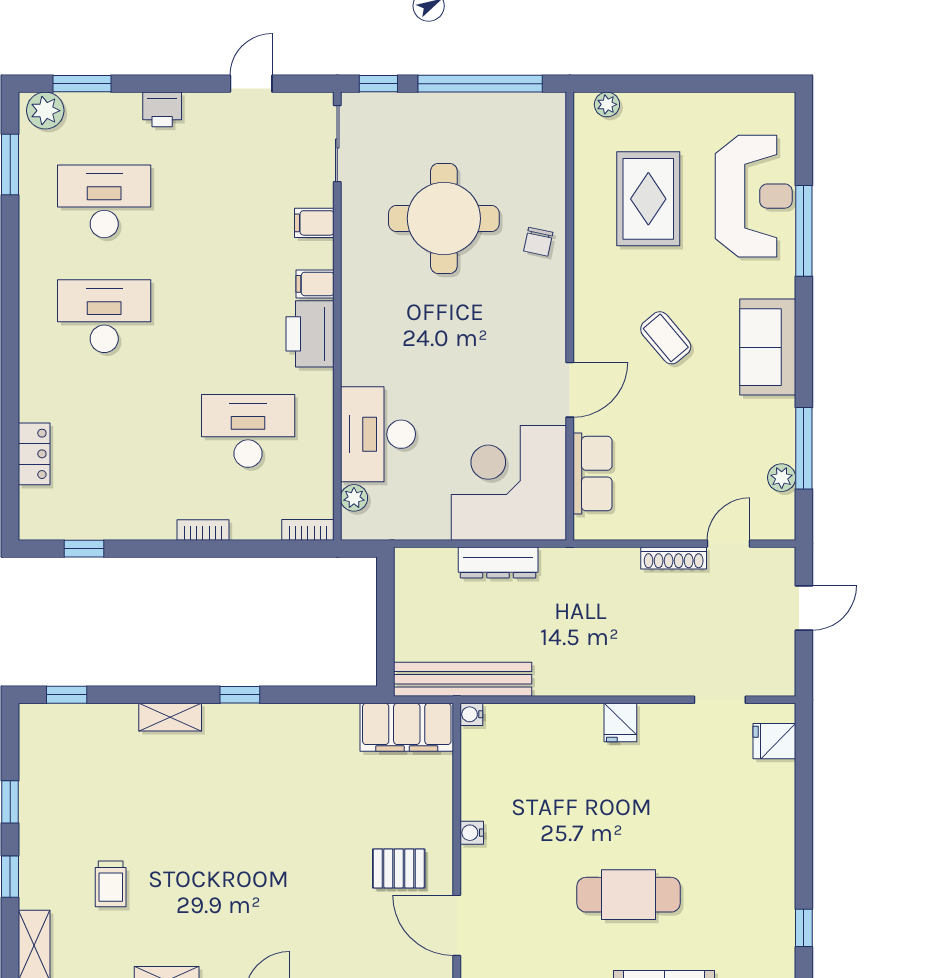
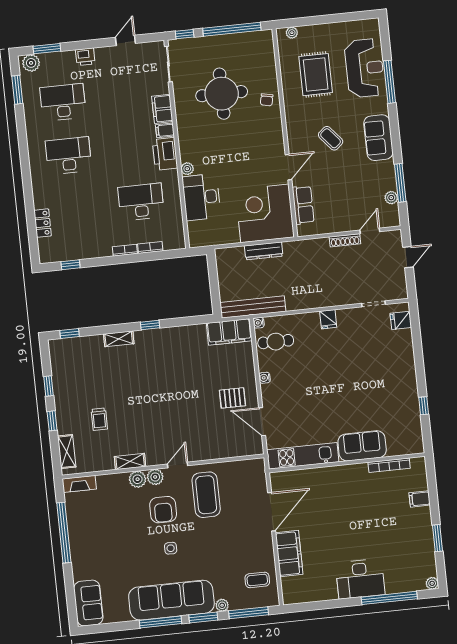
filing cabinet: (314, 223) -> (162, 109), width x2.00
plant: (354, 498) -> (187, 169), moved
bookcase: (308, 530) -> (150, 247), moved
cafe table: (629, 895) -> (276, 342), moved, width x0.73, depth x0.74

